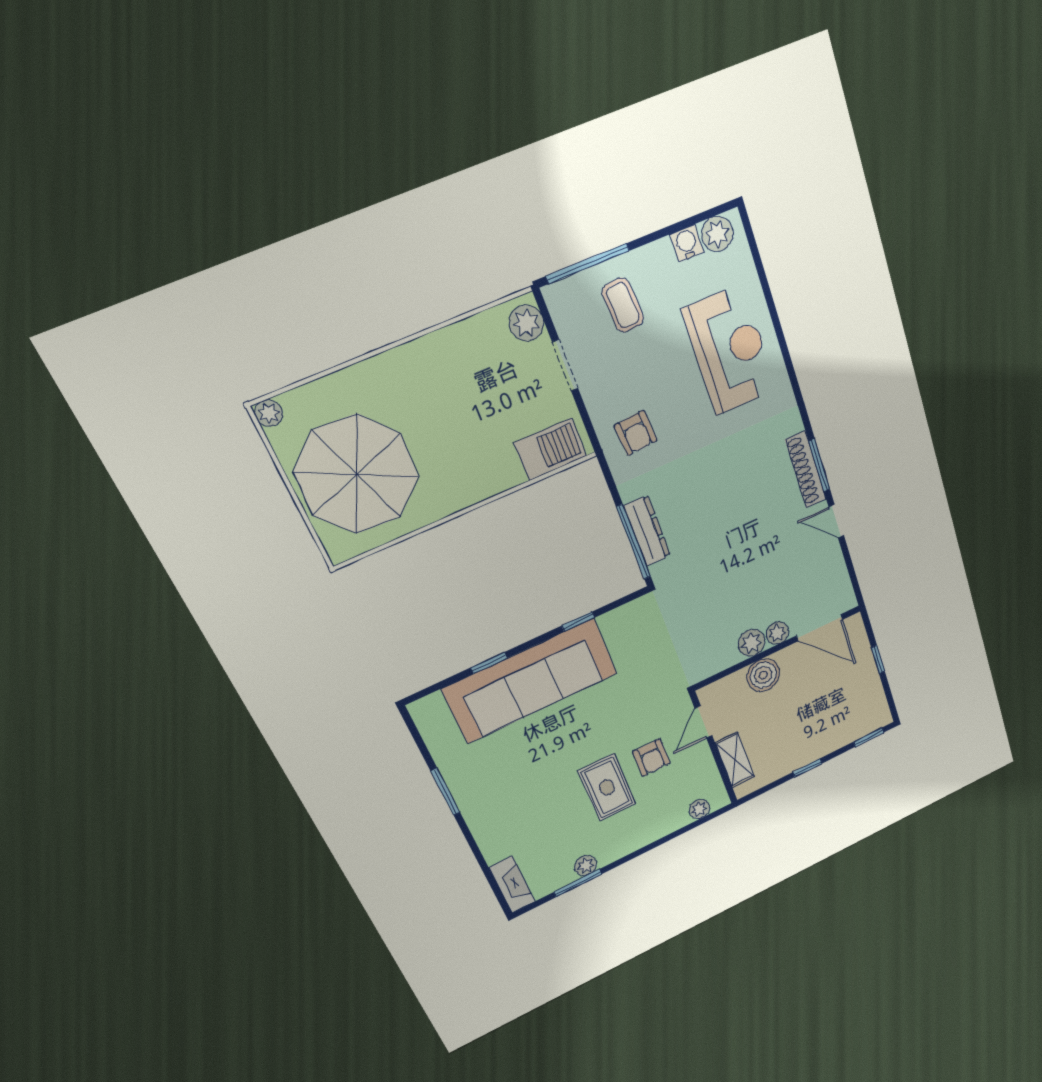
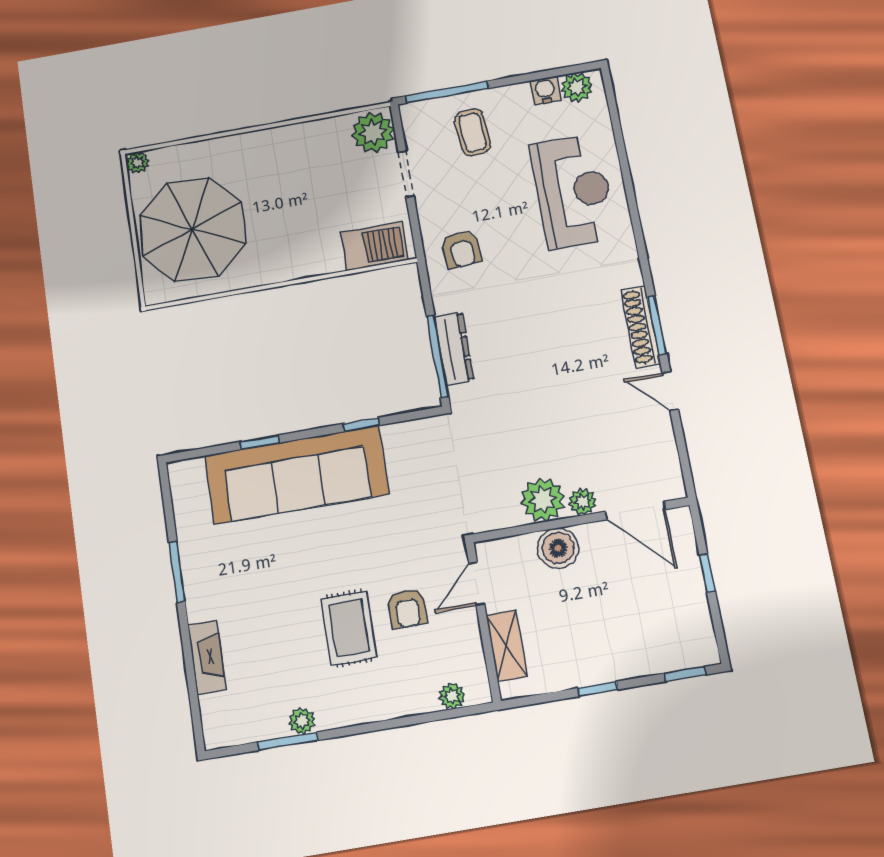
plant: (526, 323) -> (373, 132), width x1.36, depth x1.36
plant: (752, 643) -> (543, 500), width x1.36, depth x1.36
fireplace: (512, 885) -> (207, 657), moved

